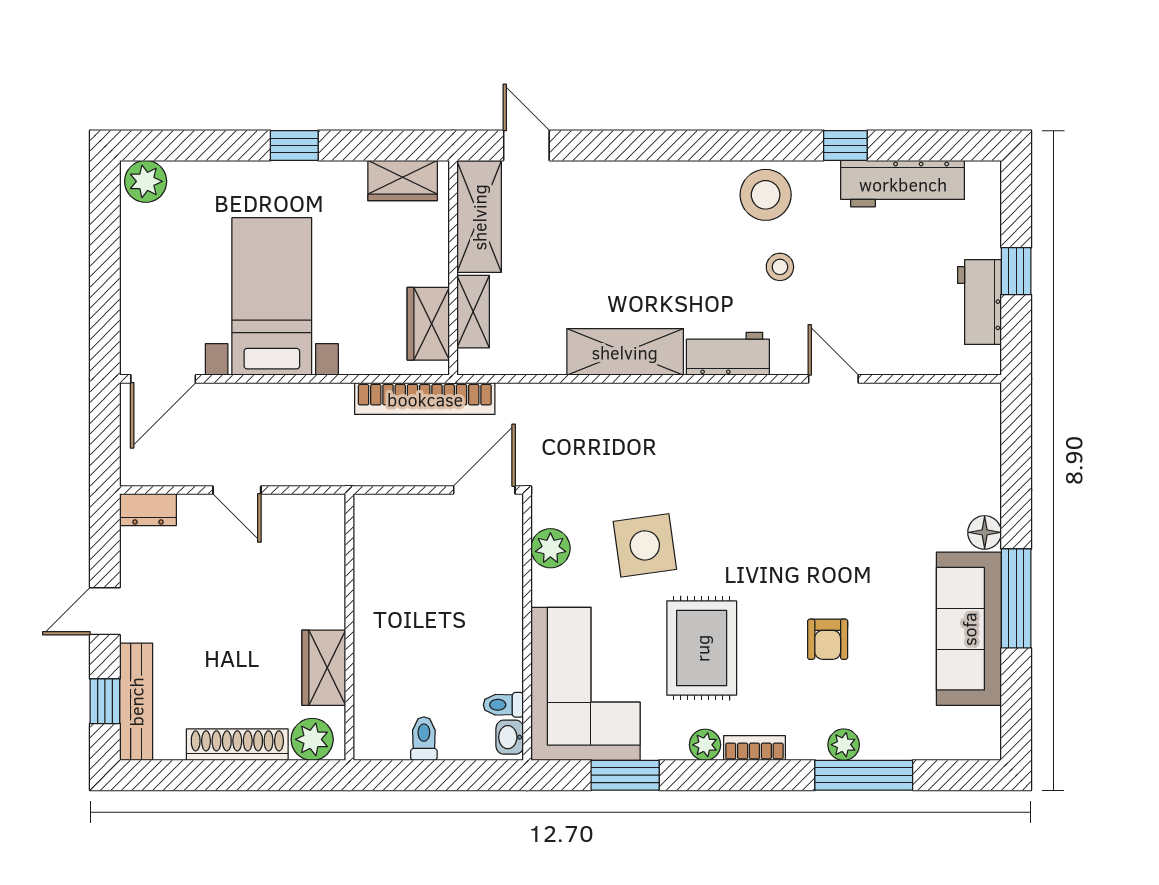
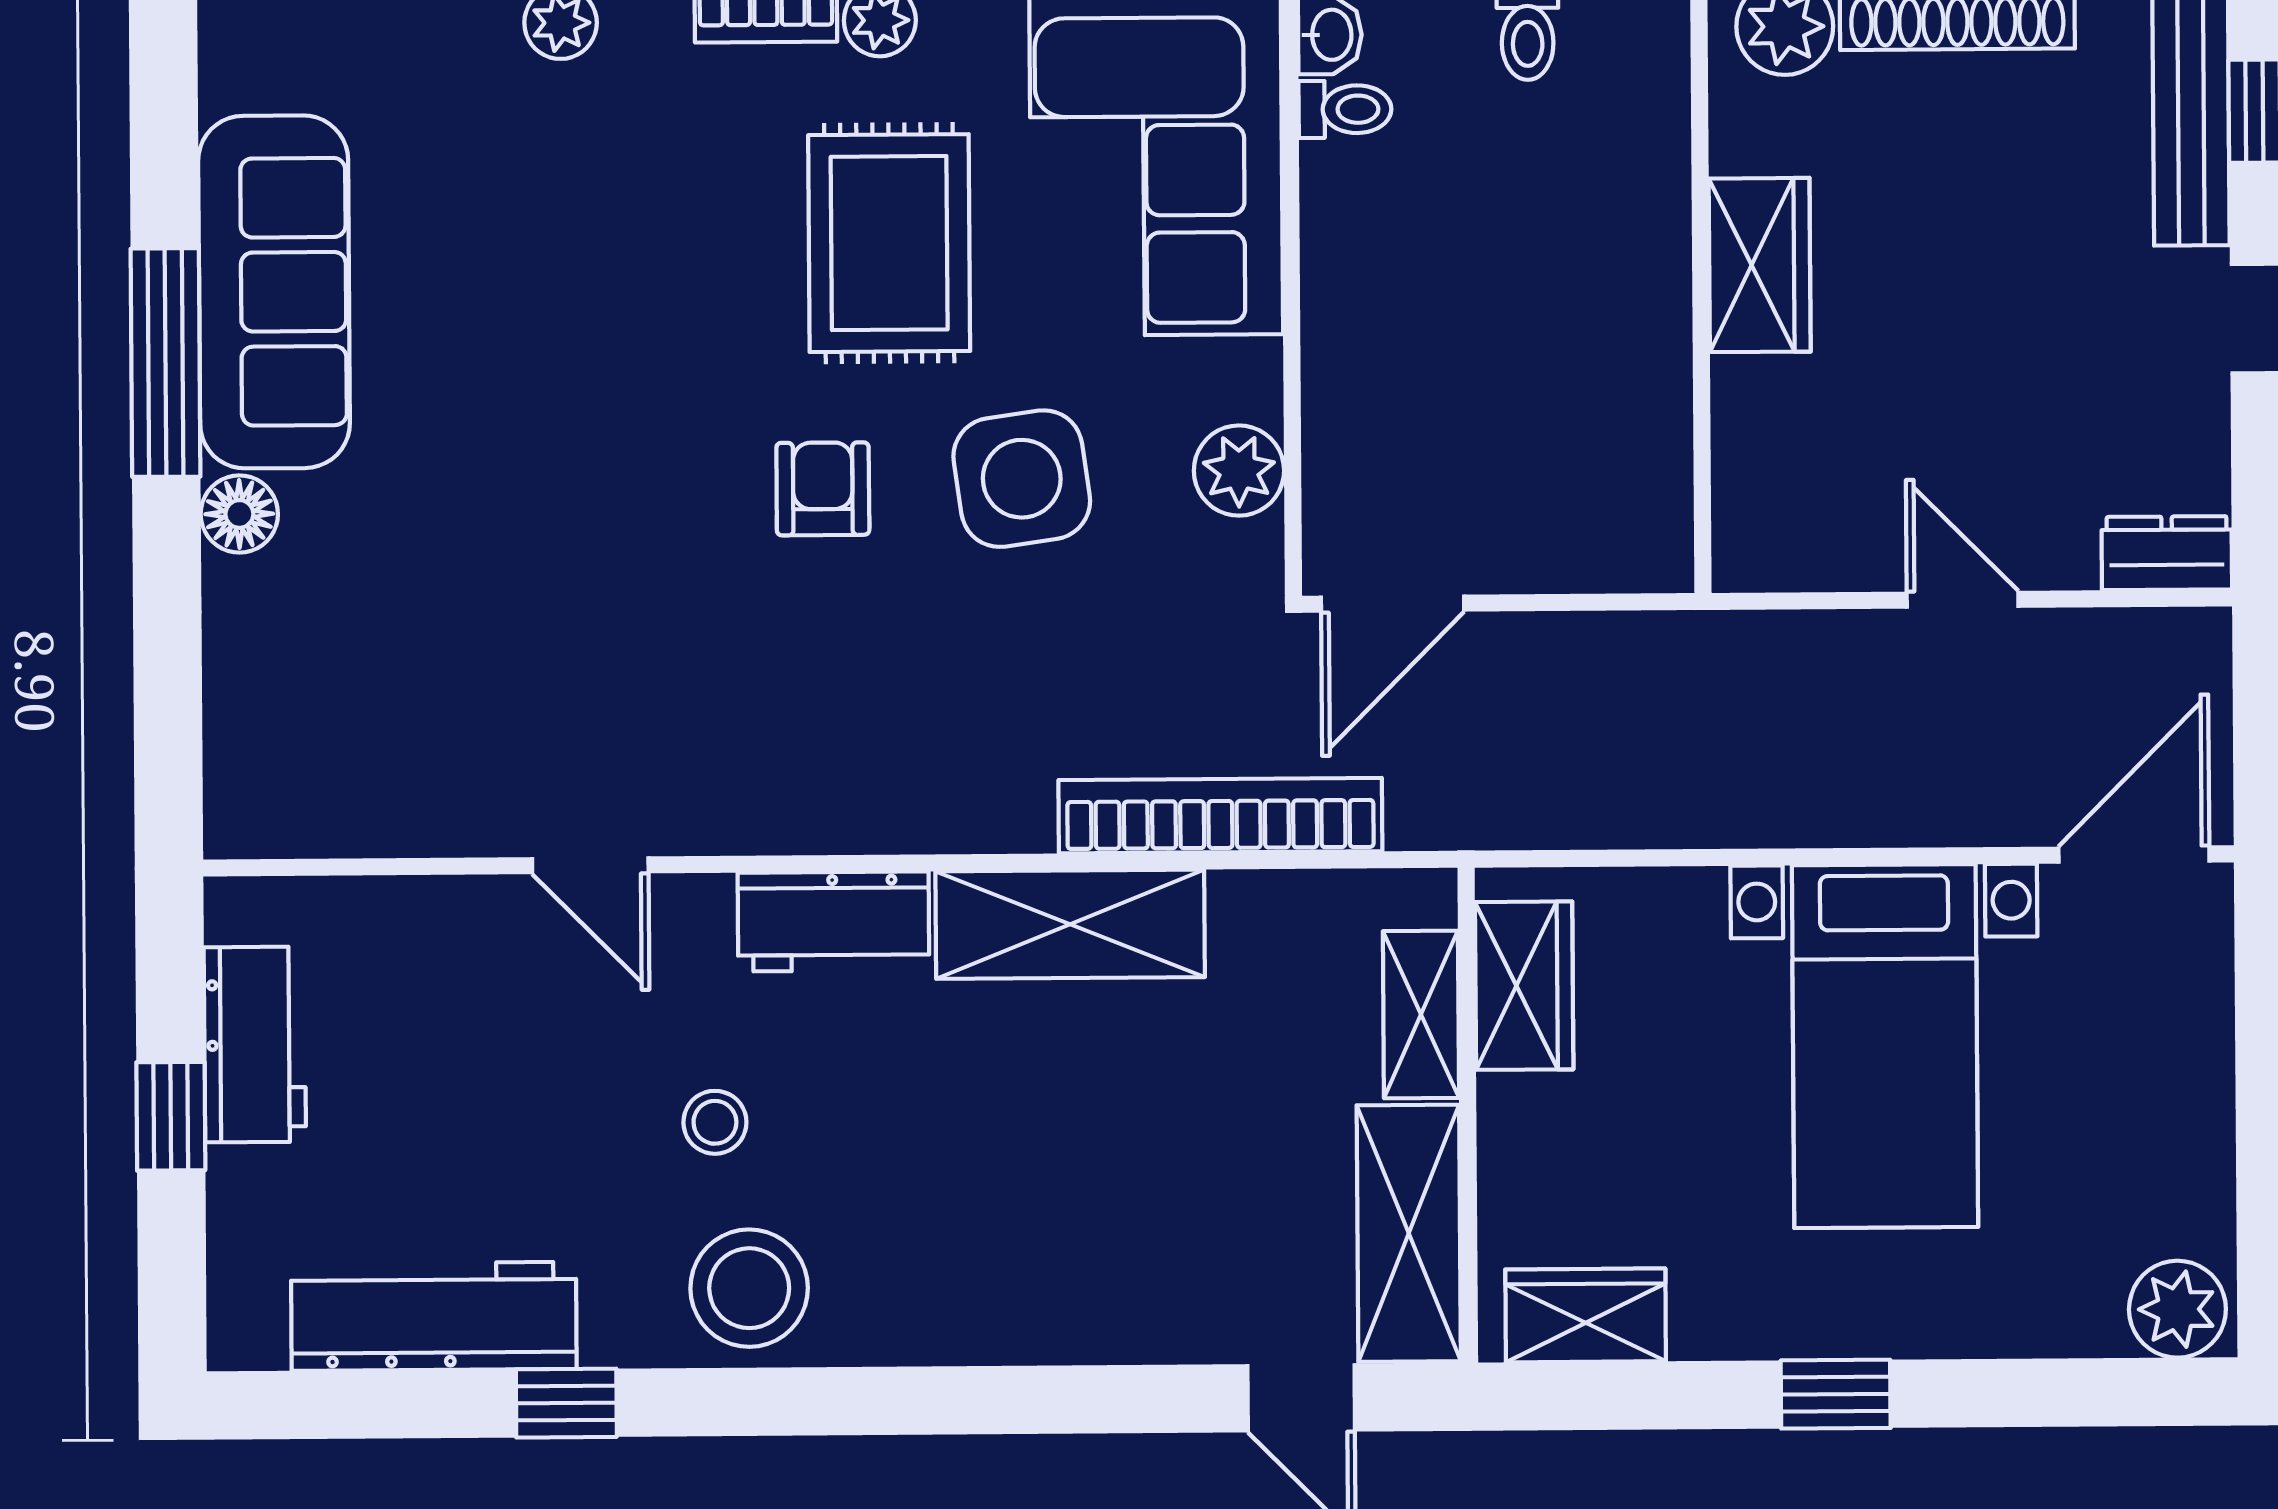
bookcase: (425, 399) -> (1220, 816), moved
armchair: (828, 639) -> (823, 489), moved
wardrobe: (324, 668) -> (1760, 265), moved

